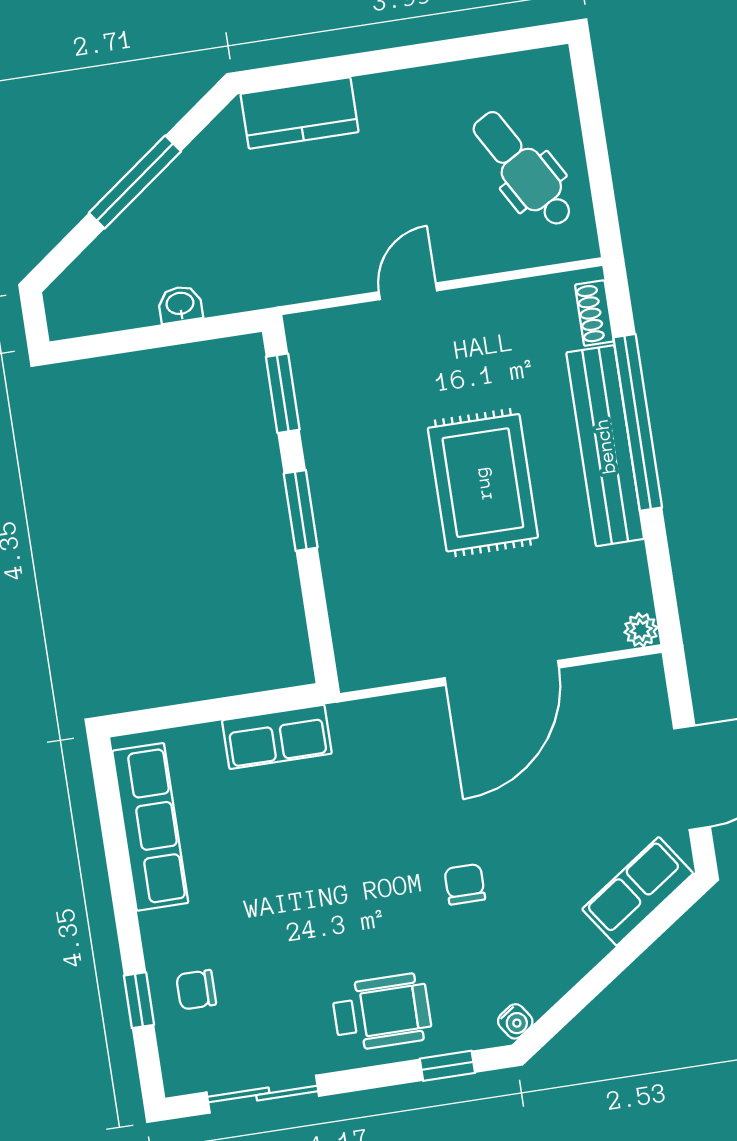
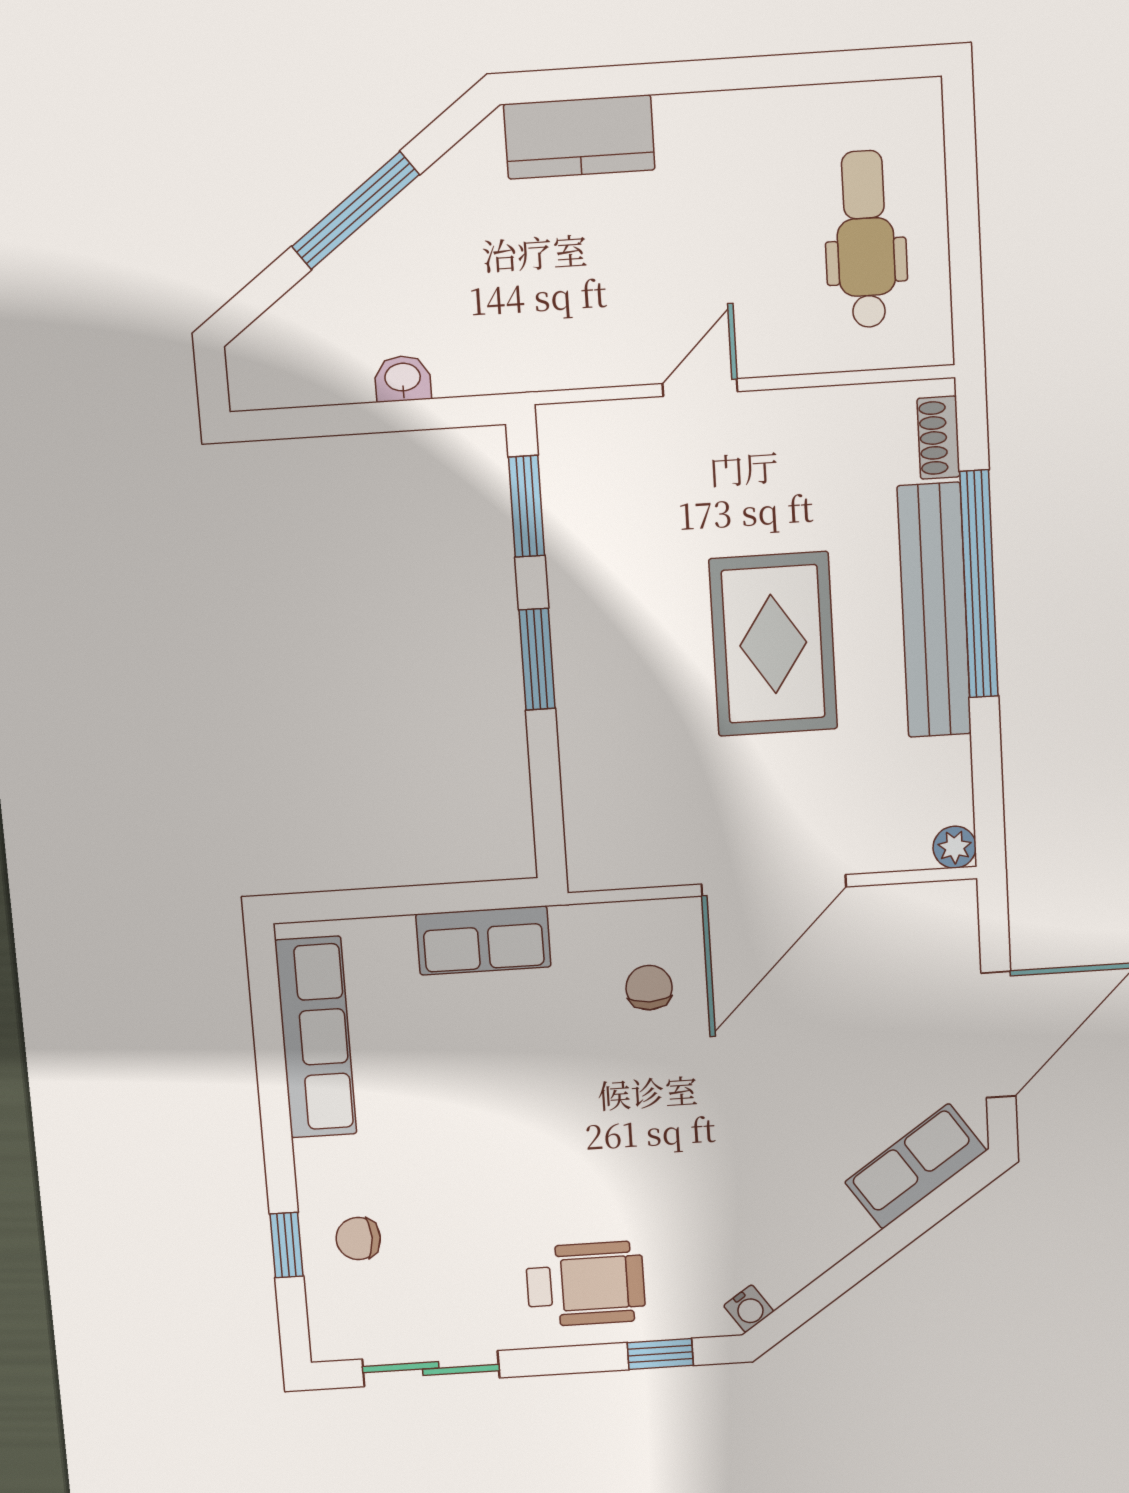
dental chair: (523, 169) -> (866, 239), turned 30
chair: (465, 884) -> (649, 988), moved

